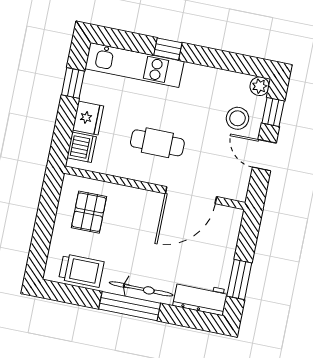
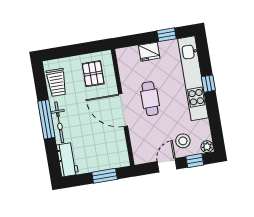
kitchen unit: (134, 65) -> (193, 78), width x1.36
dishwasher: (82, 147) -> (130, 55), removed
door: (191, 195) -> (123, 110), moved
pallet: (89, 212) -> (93, 74), turned 90
window: (239, 280) -> (105, 176), moved

